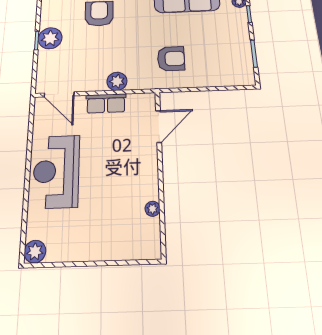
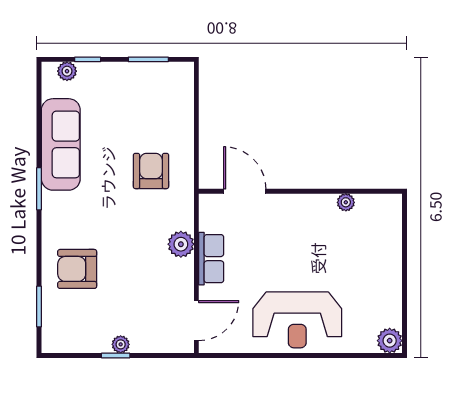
plant: (50, 38) -> (121, 344), width x0.53, depth x0.53

